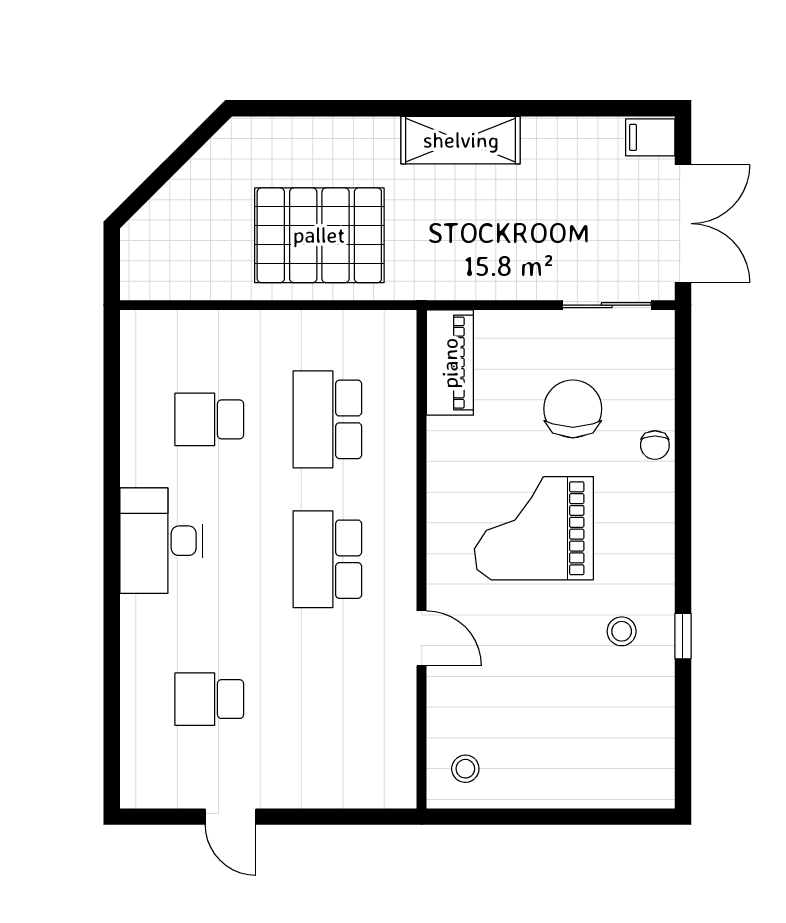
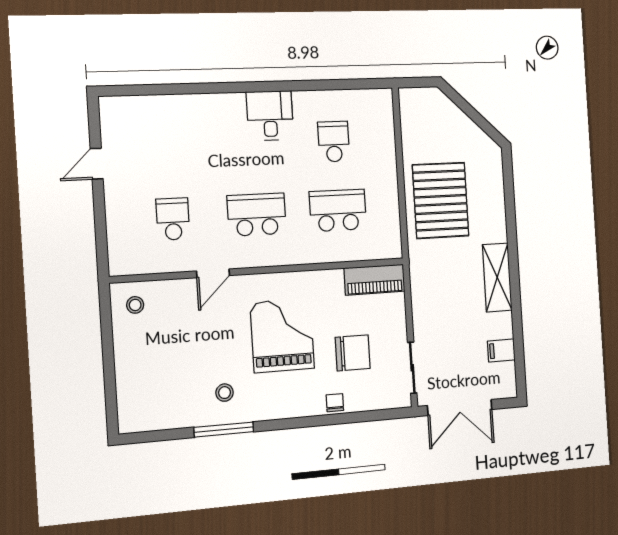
filing cabinet: (650, 137) -> (501, 350), moved, turned -90
chair: (655, 445) -> (335, 403), turned 90
desk: (161, 541) -> (270, 116), width x0.73
window: (683, 636) -> (224, 430), width x2.17
school desk: (209, 699) -> (173, 219), moved

